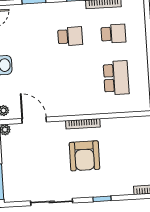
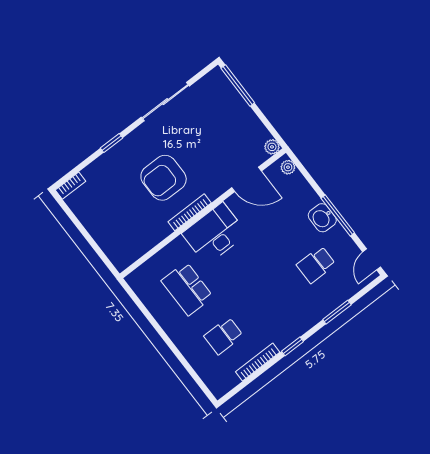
school desk: (70, 36) -> (316, 265), moved
desk: (76, 100) -> (215, 234), added
armchair: (84, 156) -> (164, 178), turned -90

